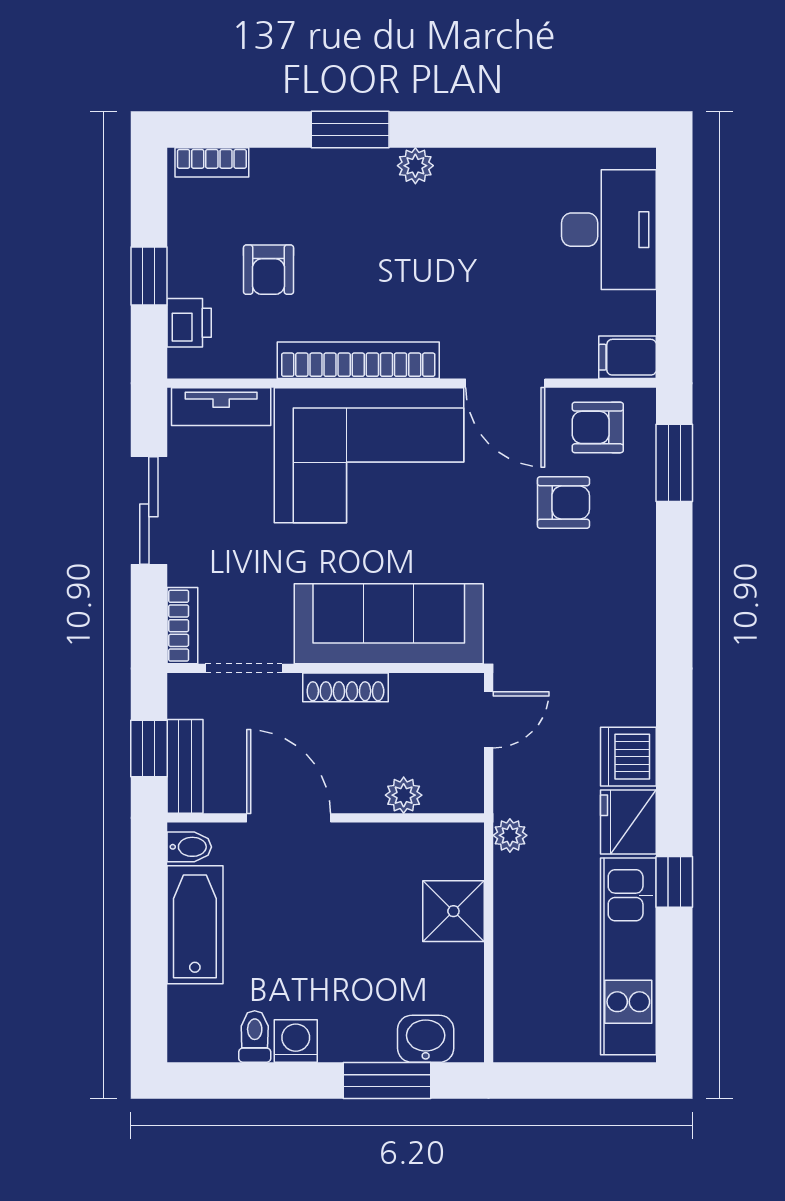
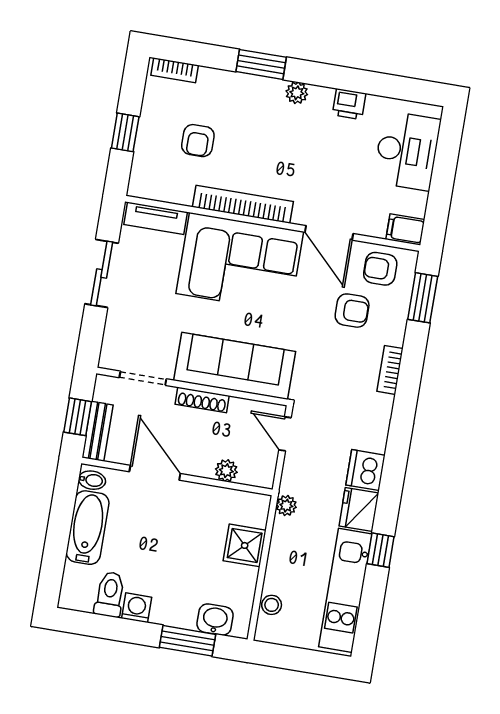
printer: (189, 323) -> (349, 104), moved, turned 90
bookcase: (182, 626) -> (390, 370), moved, turned 180
door: (489, 720) -> (285, 434), swing flipped
stool: (513, 1000) -> (272, 605), added
toilet: (255, 1036) -> (110, 594), width x1.37, depth x1.39

